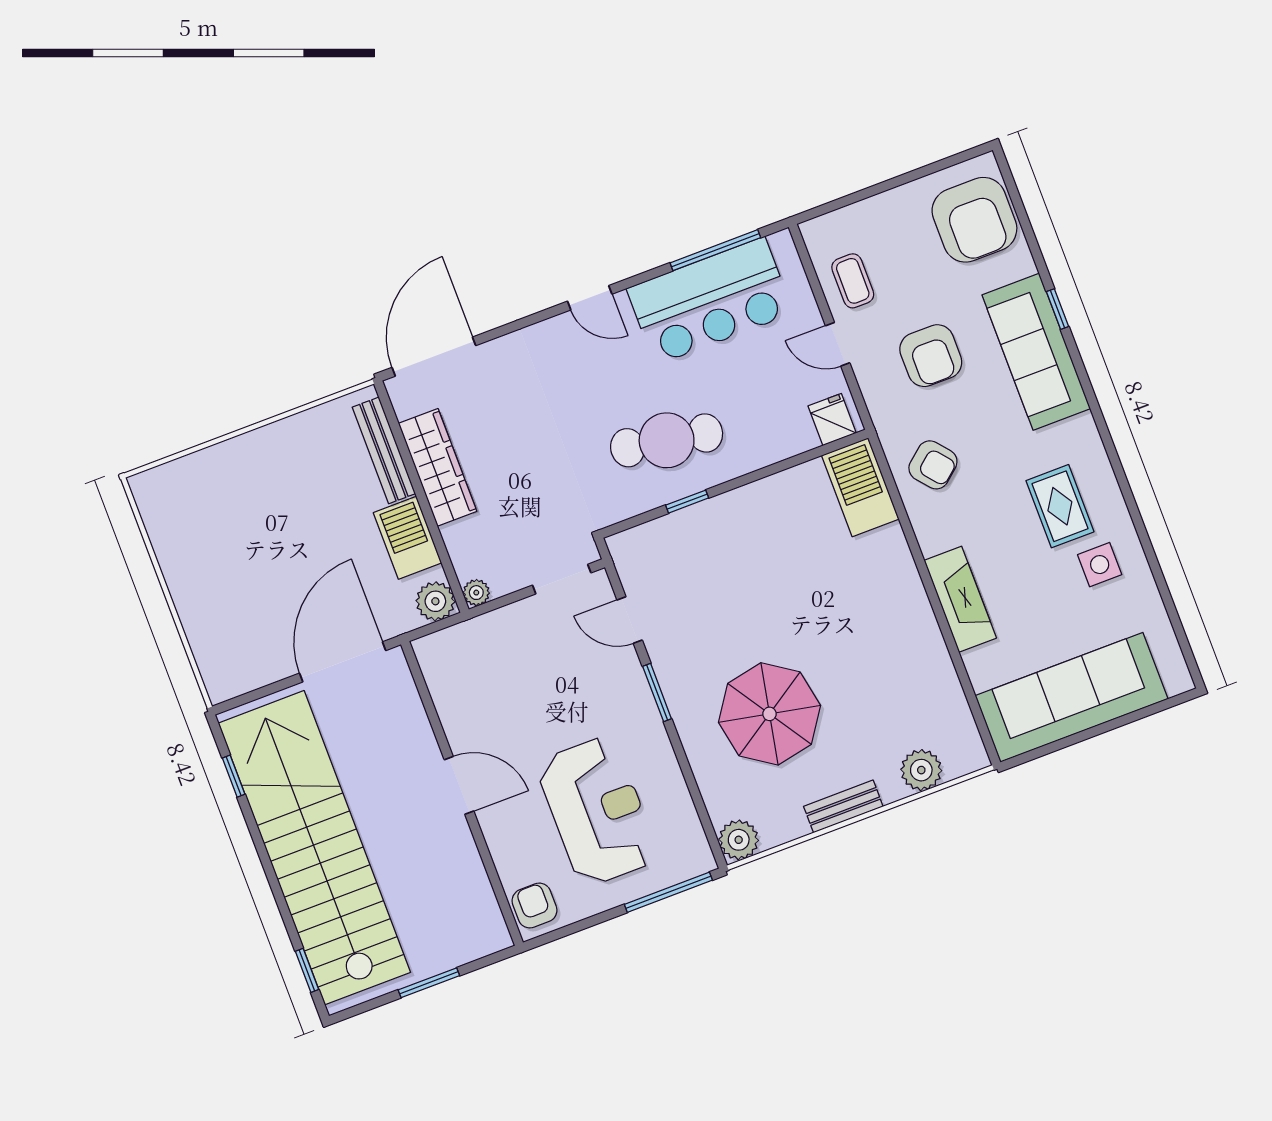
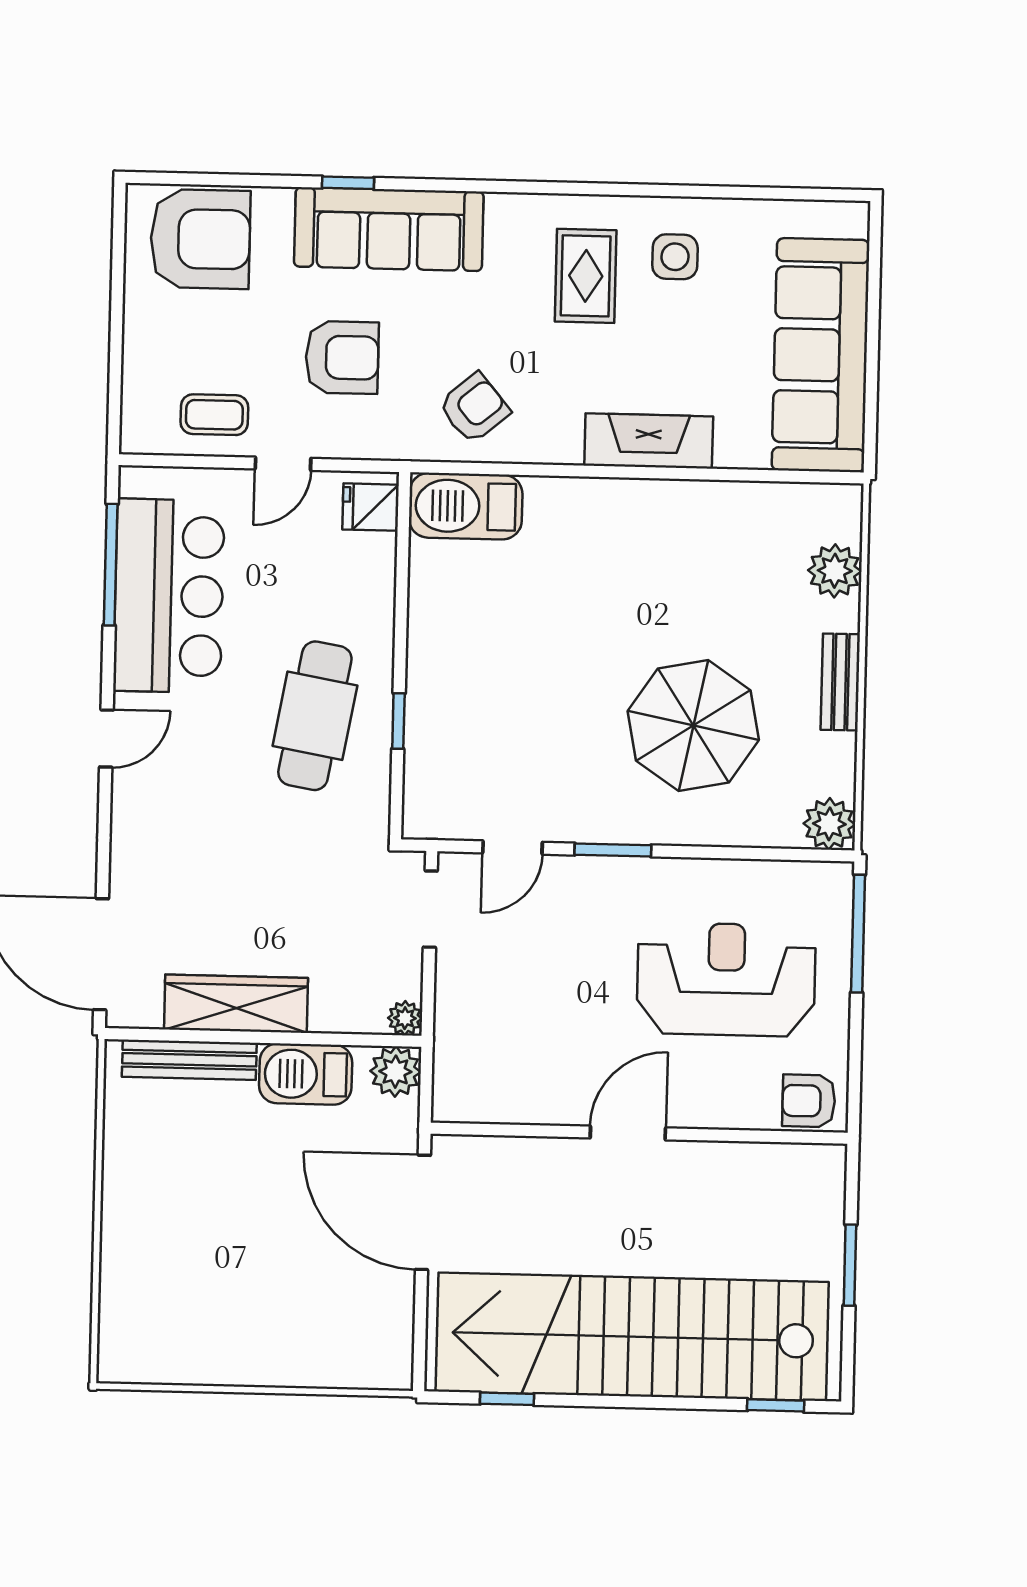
rug: (1060, 506) -> (586, 276), turned 90

